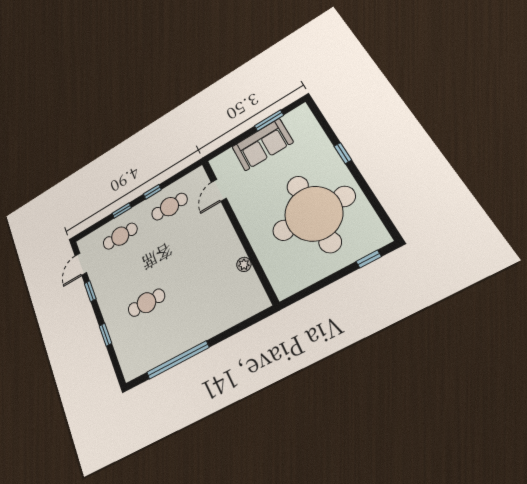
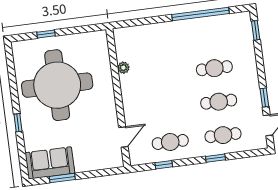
sofa: (262, 145) -> (50, 163), moved
window: (152, 192) -> (164, 165), moved
window: (369, 259) -> (46, 34), moved
cafe table: (133, 268) -> (219, 102), added
window: (105, 335) -> (256, 30), moved

